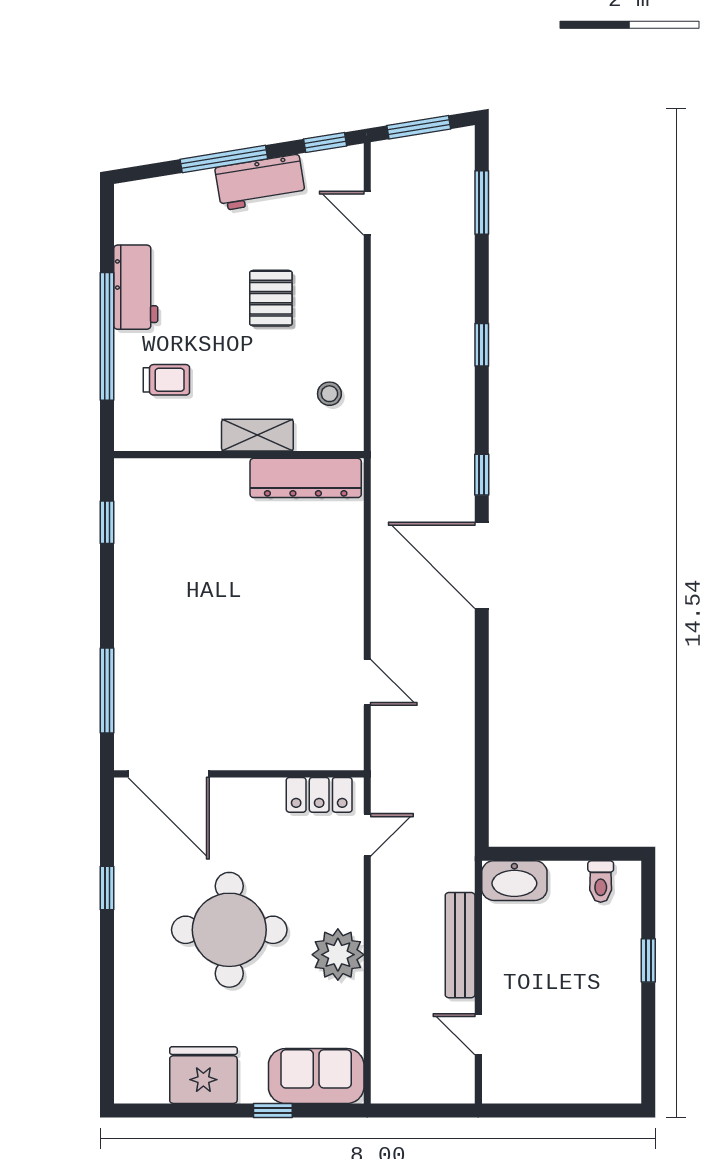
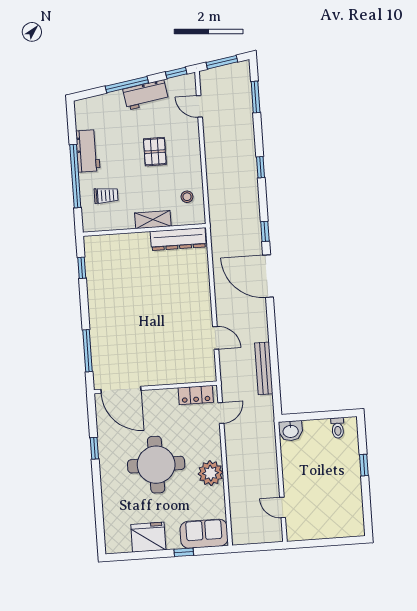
washbasin: (514, 881) -> (291, 431), width x0.72
bench: (460, 945) -> (264, 368), moved

